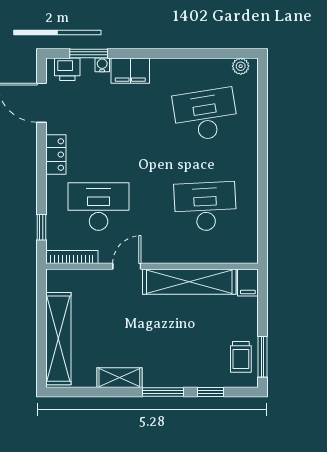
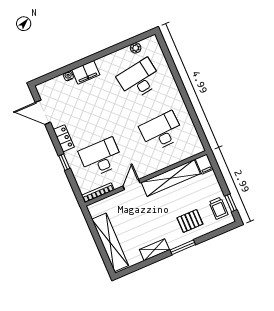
window: (89, 53) -> (58, 73), removed
plant: (241, 66) -> (136, 48), moved
printer: (67, 69) -> (49, 87), removed
window: (41, 227) -> (64, 162), moved
window: (262, 357) -> (231, 203), width x0.67
pallet: (190, 358) -> (190, 221), added
window: (210, 392) -> (210, 236), removed

